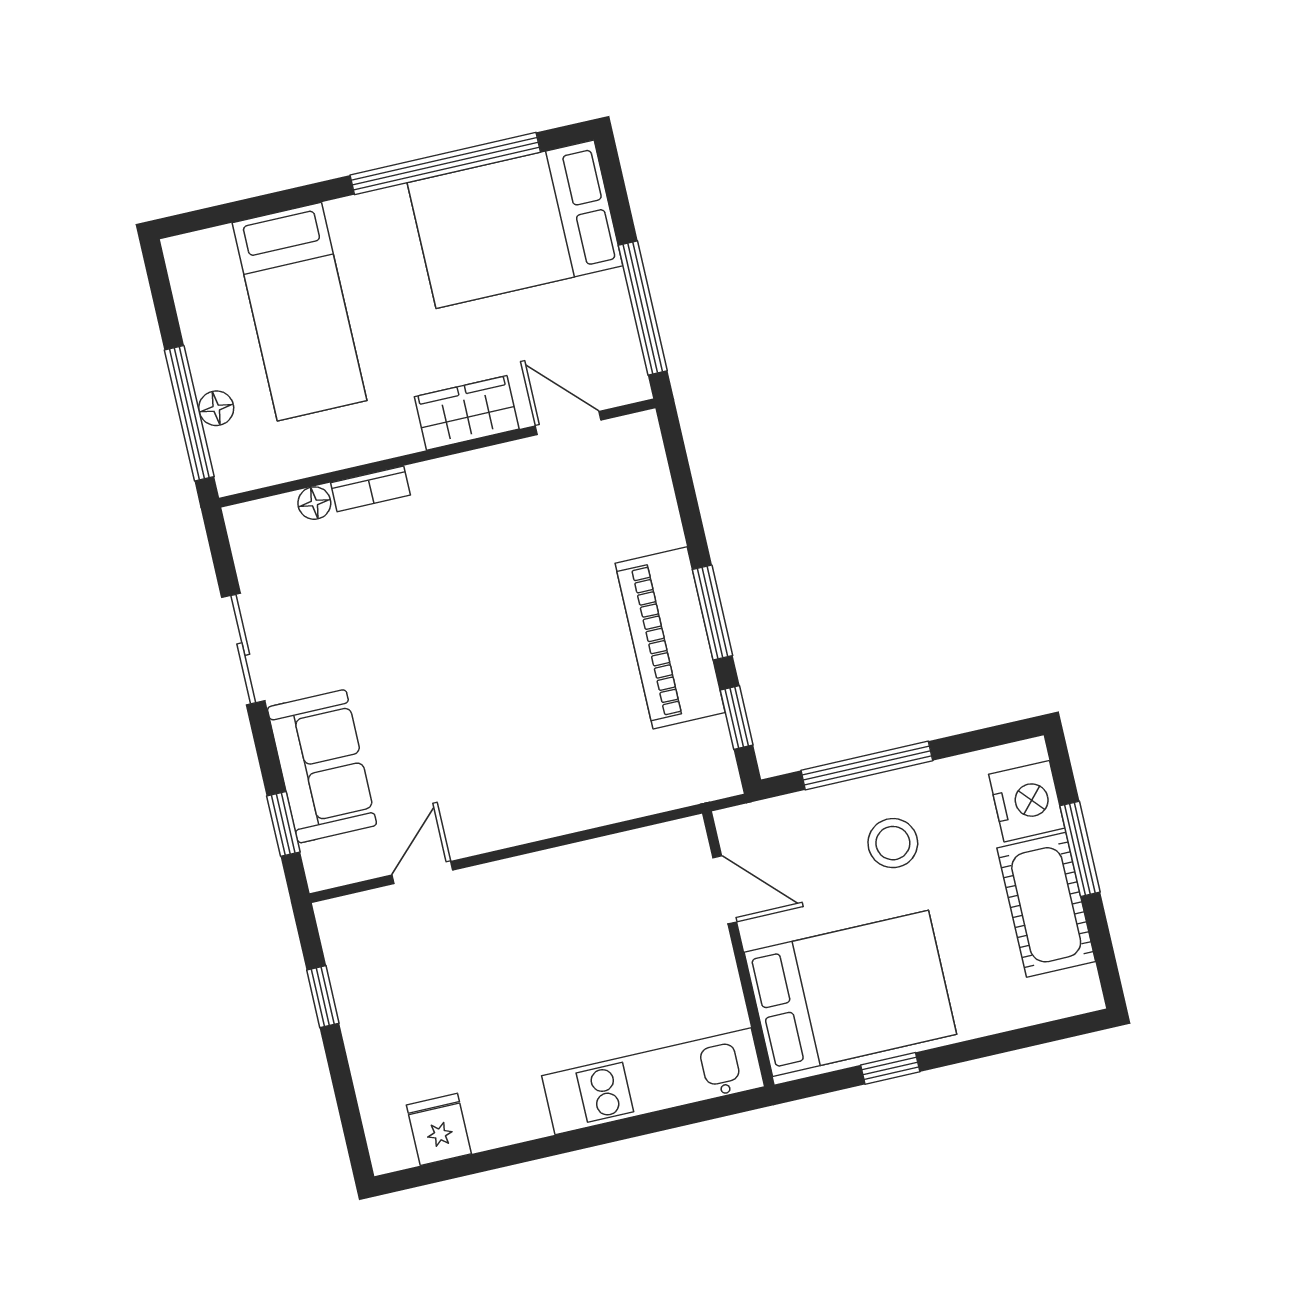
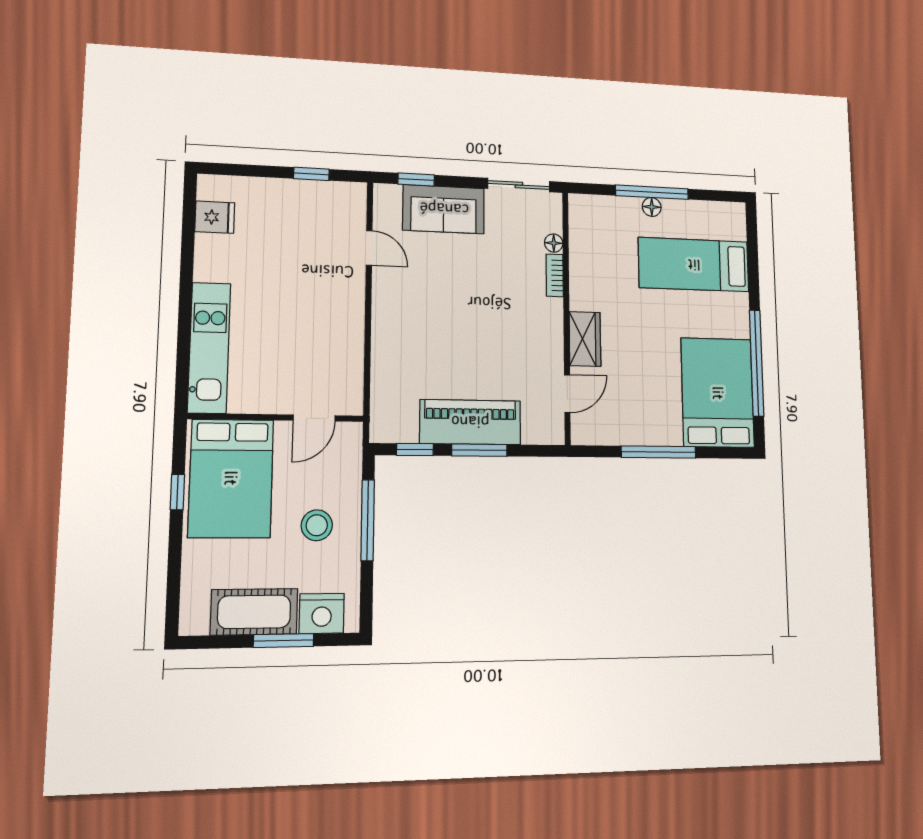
wardrobe: (467, 413) -> (585, 339), moved
door: (568, 423) -> (567, 394), moved
wall: (437, 453) -> (566, 317), moved
bookcase: (370, 489) -> (555, 275), moved
floor lamp: (314, 503) -> (554, 243), moved

